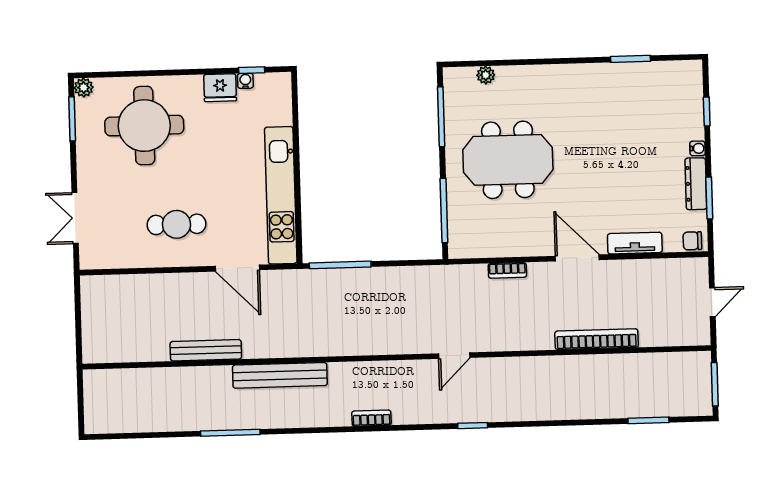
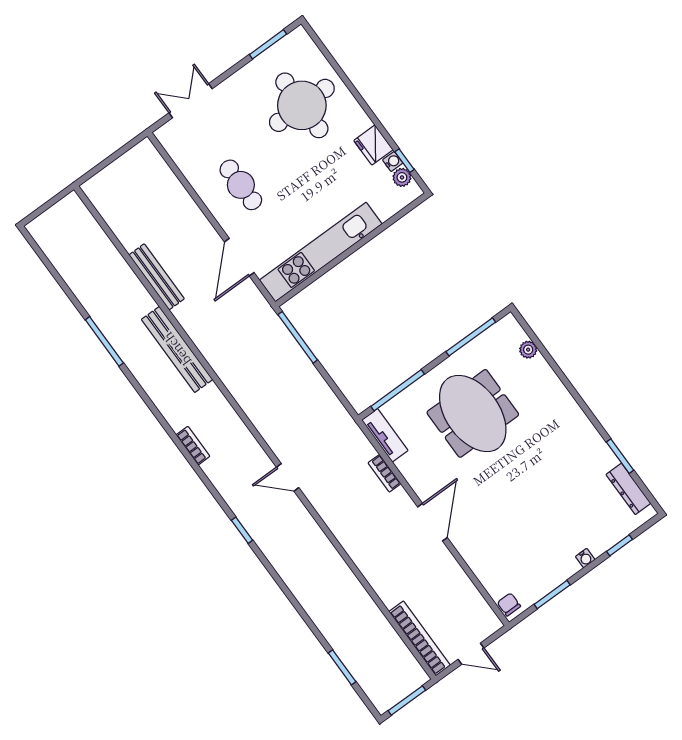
plant: (84, 87) -> (402, 177), moved
dresser: (696, 184) -> (628, 489), moved, turned -90
tv unit: (635, 243) -> (385, 435), moved
bookcase: (597, 339) -> (420, 638), moved

